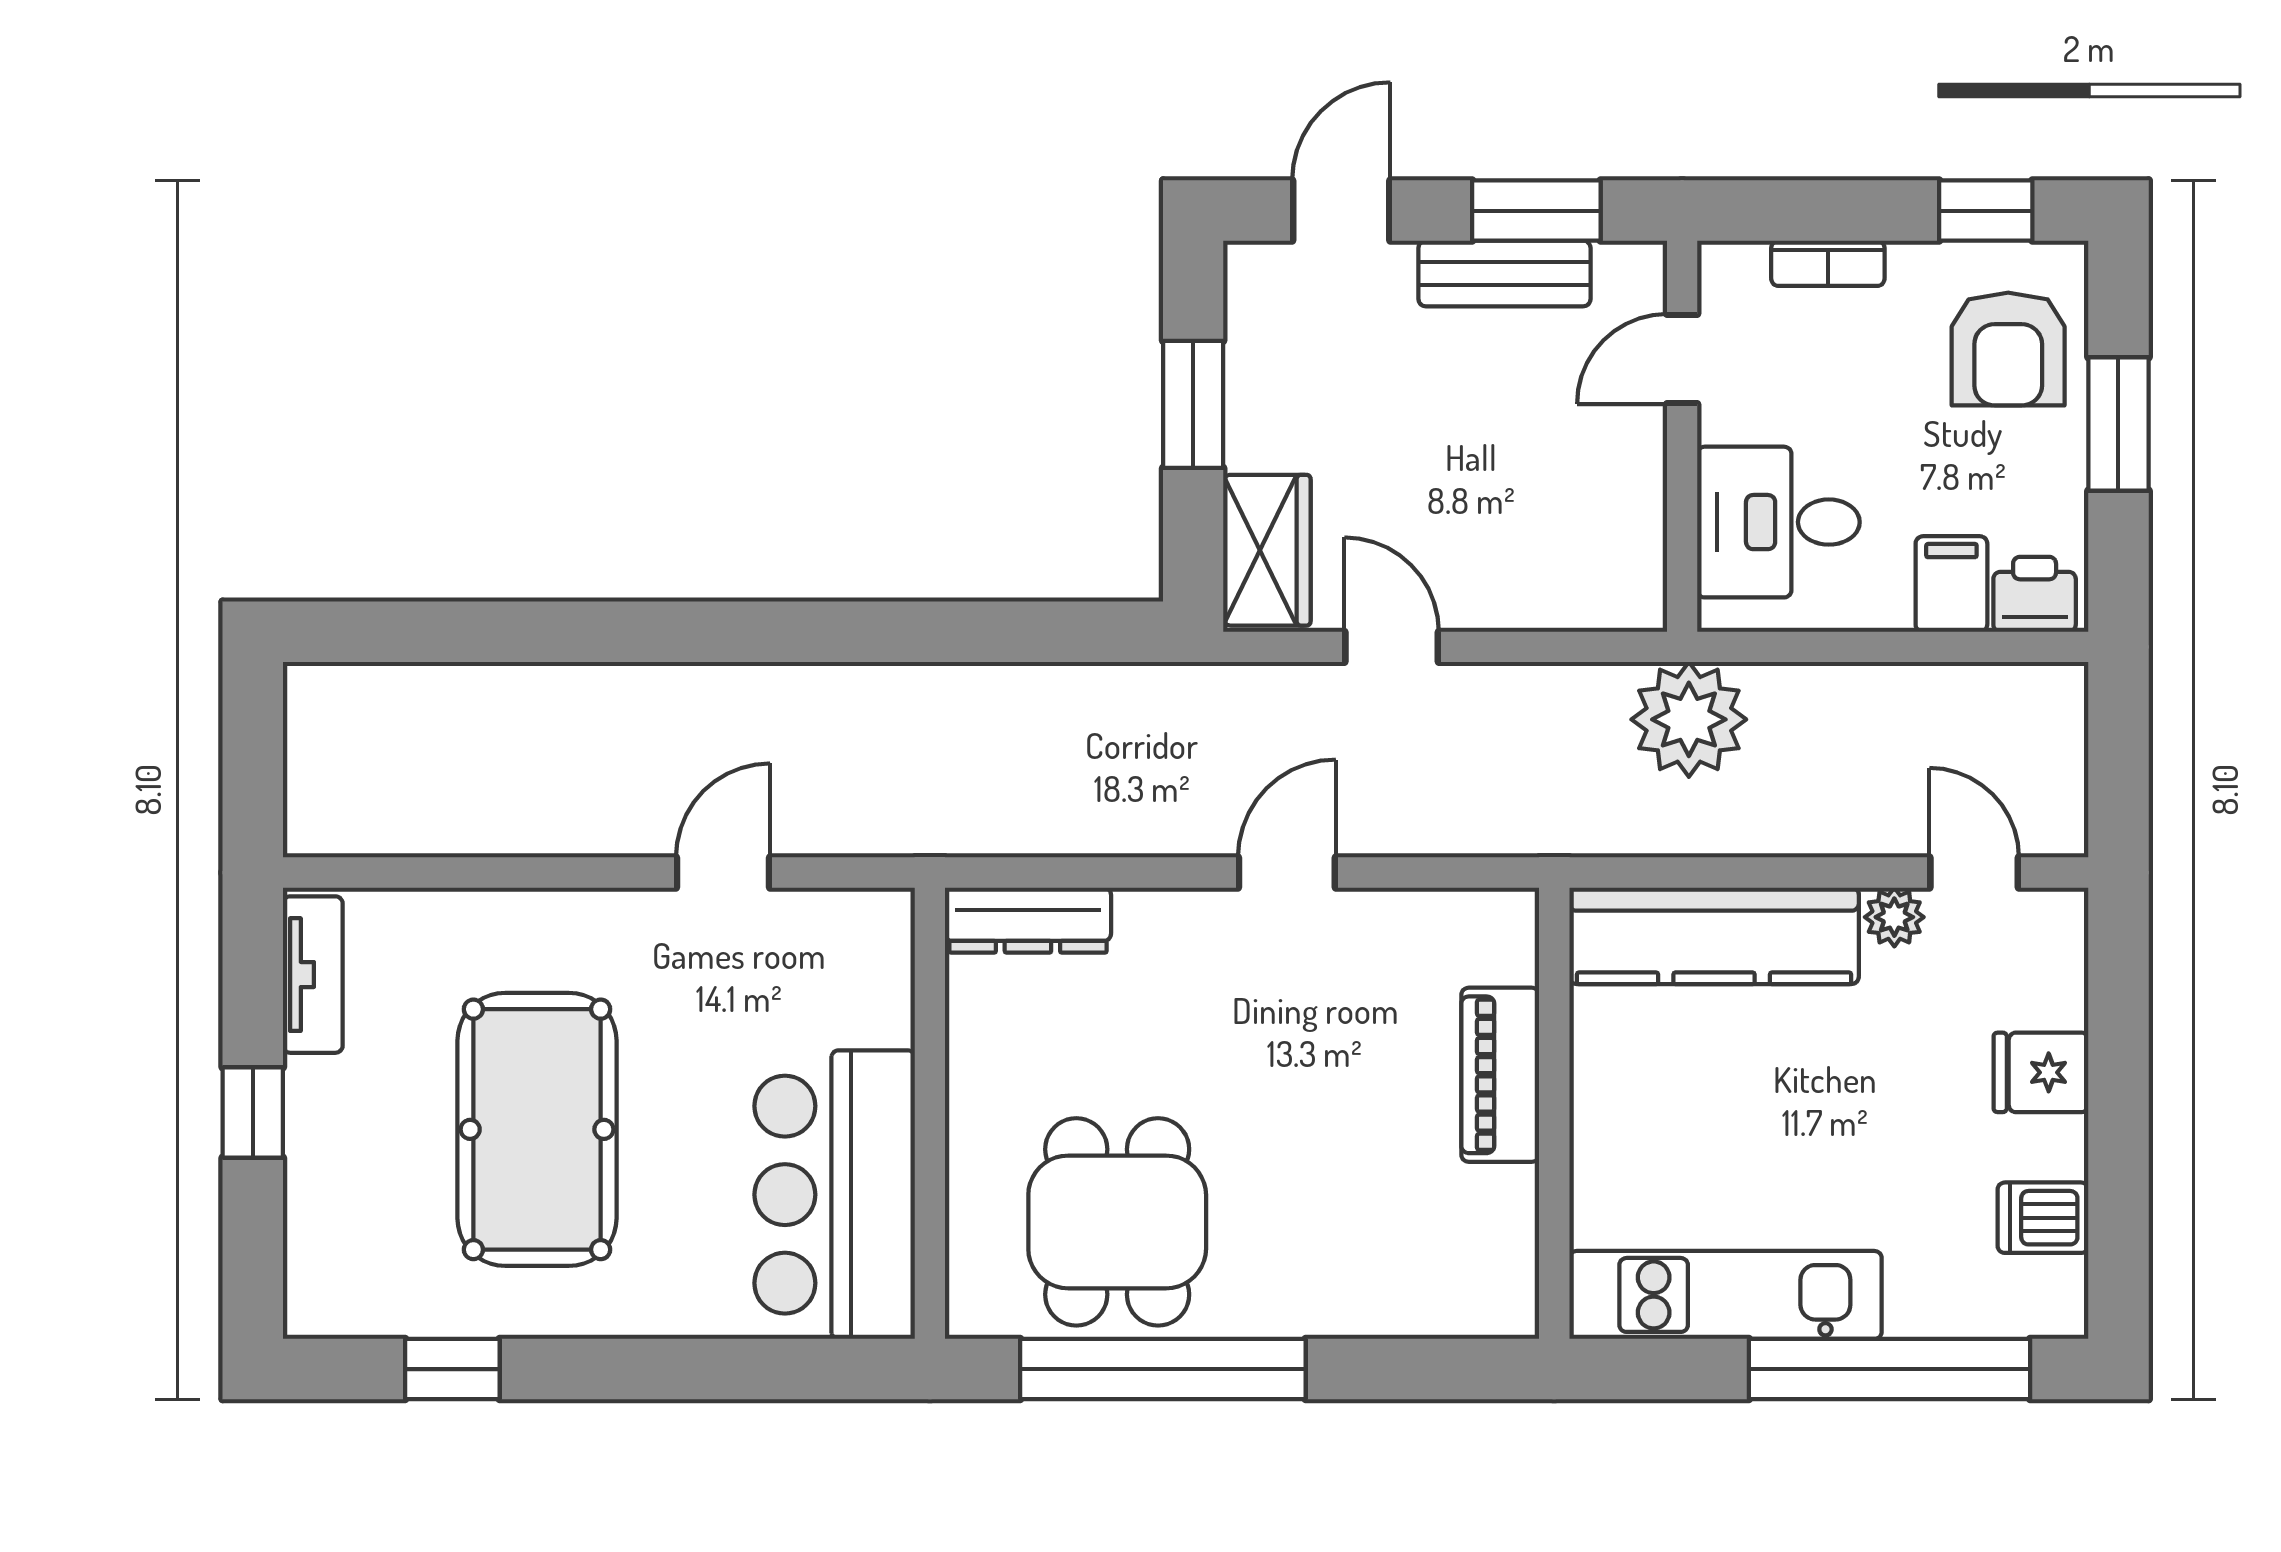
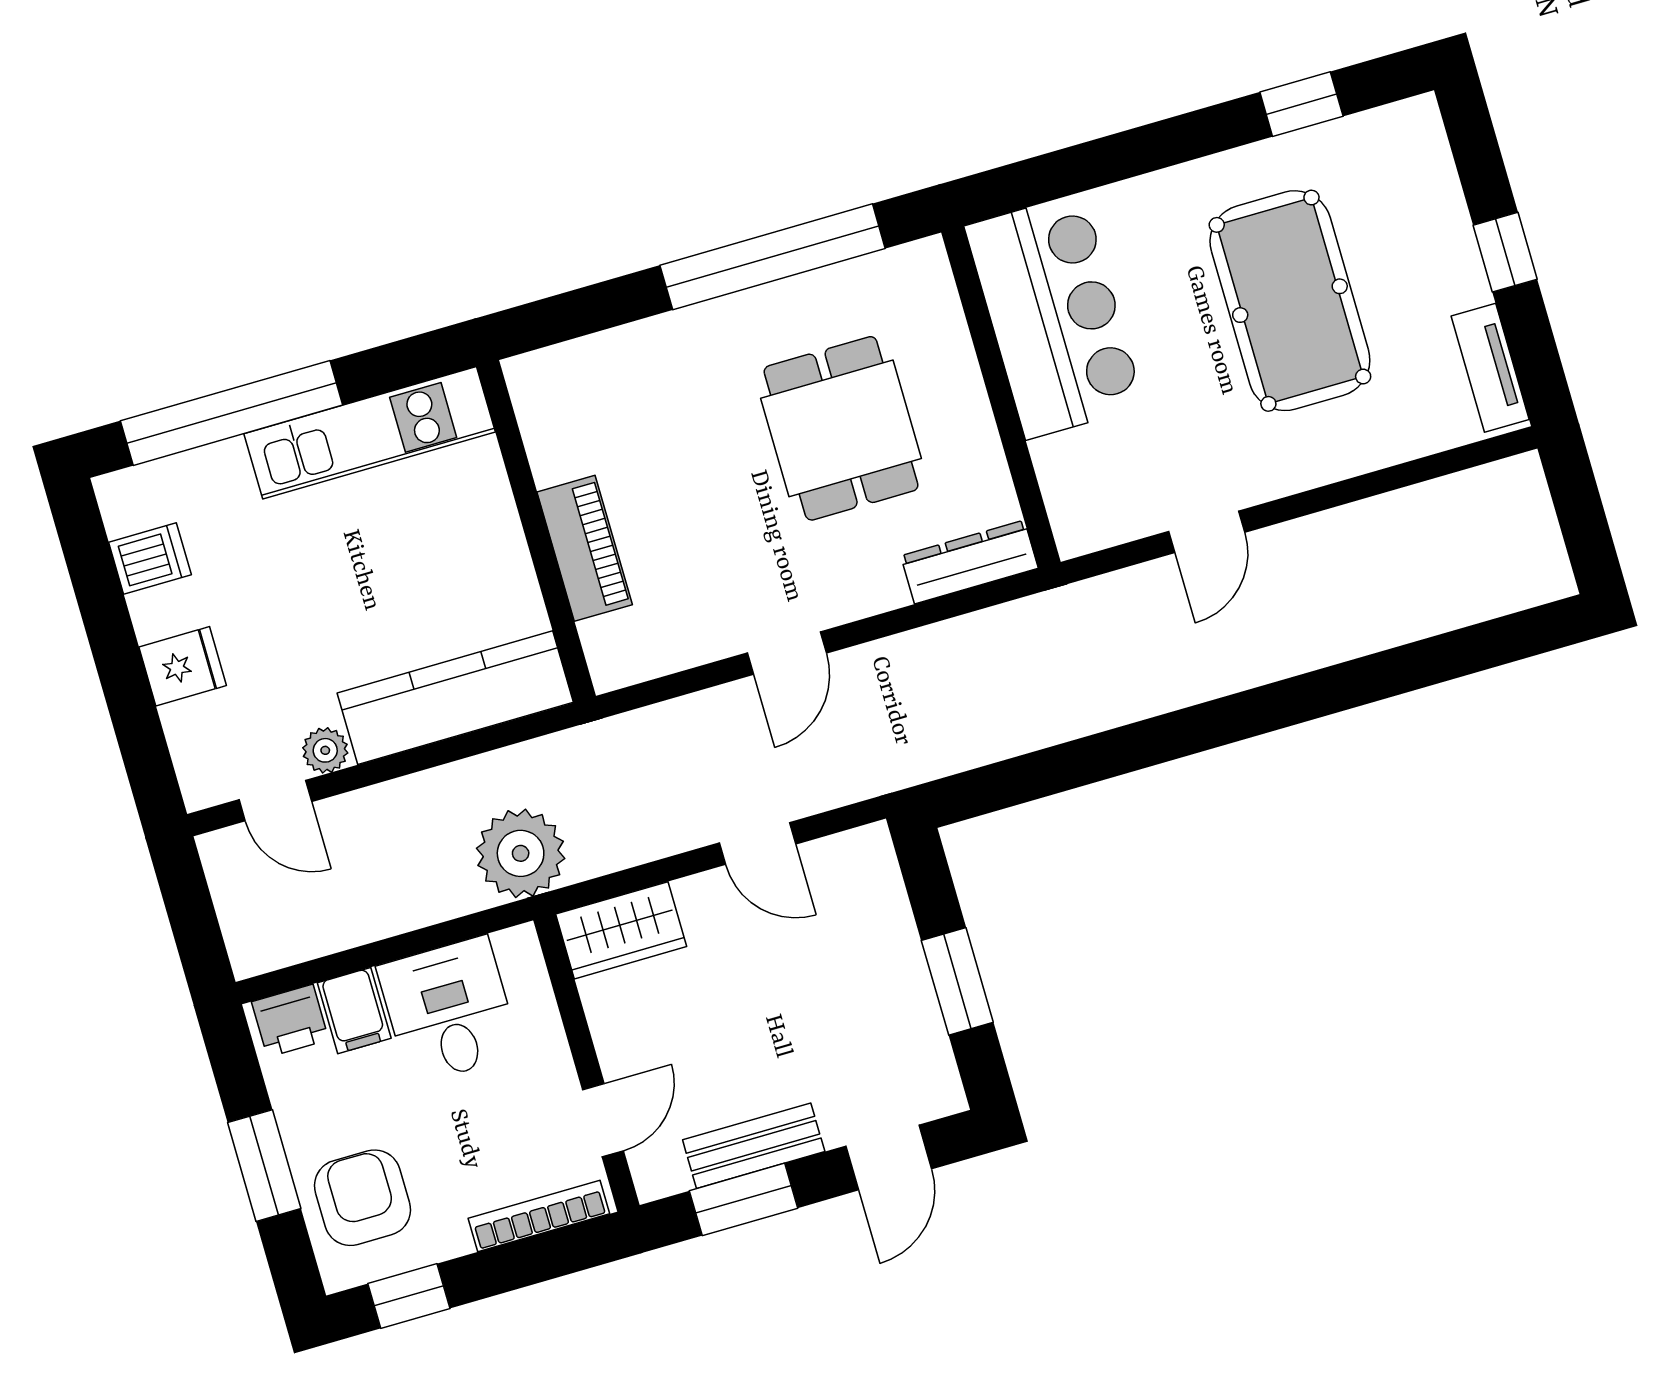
bookcase: (1828, 263) -> (539, 1216), width x1.56
desk: (1778, 522) -> (449, 1010), moved, turned -90
wardrobe: (1267, 550) -> (621, 930), moved, turned -90
dining table: (1117, 1222) -> (841, 428), moved

